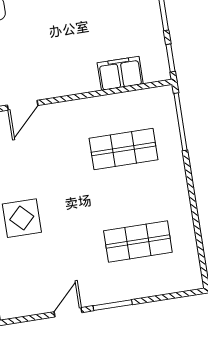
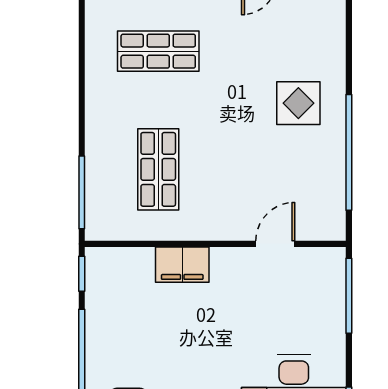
filing cabinet: (120, 73) -> (182, 265), moved
shop shelf: (123, 149) -> (158, 169), turned 90

